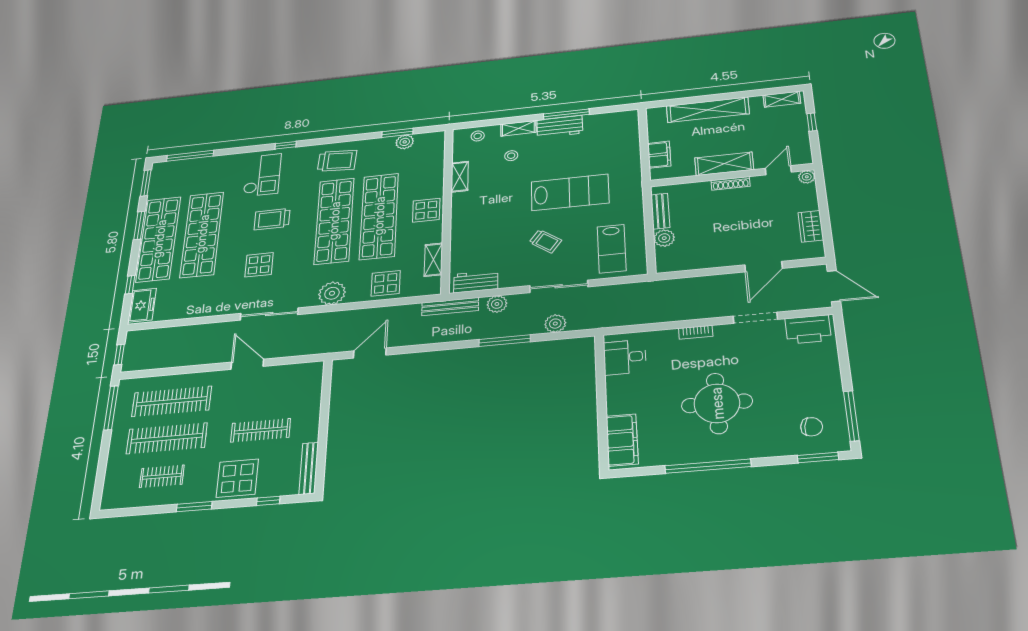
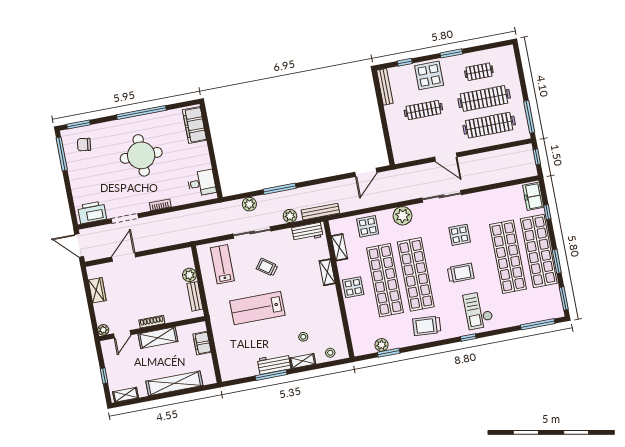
shelving: (460, 177) -> (327, 272), moved

